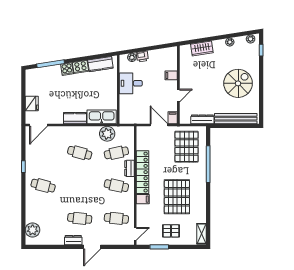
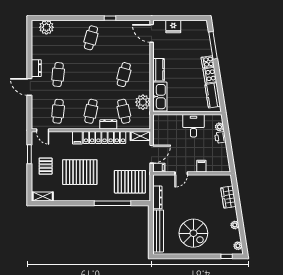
door: (178, 95) -> (181, 173), hinge flipped
shelving: (141, 136) -> (140, 136), added

